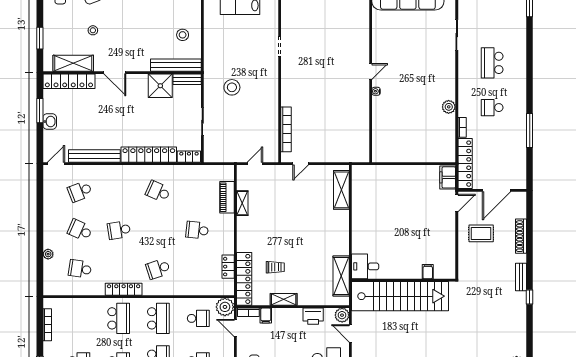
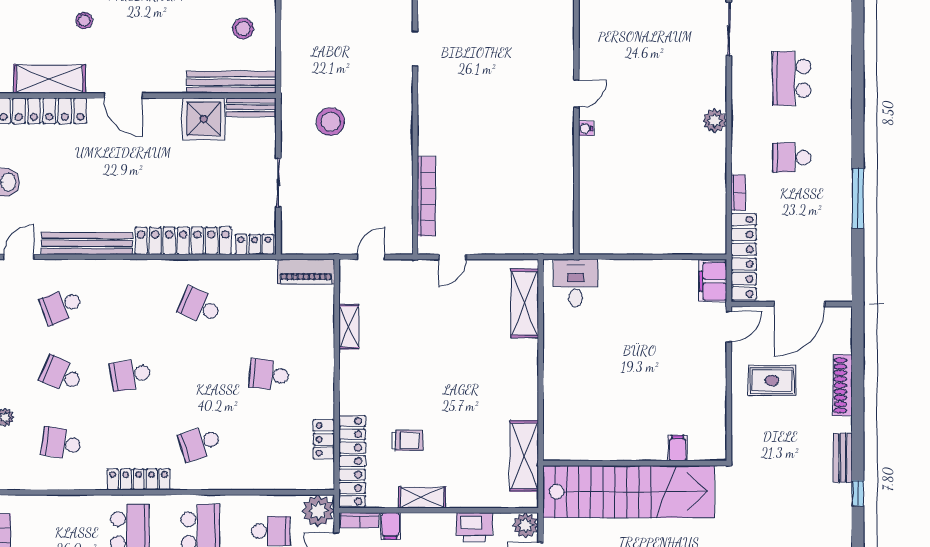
plant: (449, 107) -> (715, 121), moved
piano: (227, 197) -> (306, 272), moved, turned -90
desk: (365, 266) -> (576, 283), moved, turned 90

